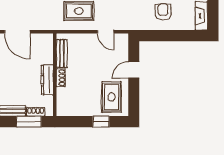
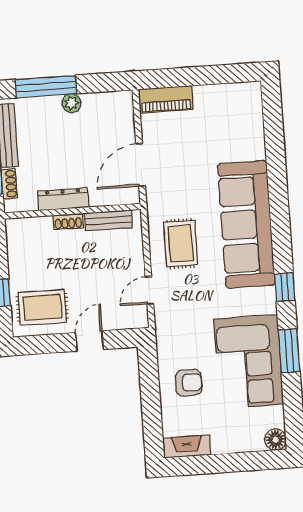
door: (17, 32) -> (141, 165), moved
door: (134, 70) -> (89, 341), hinge flipped

